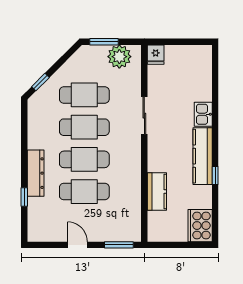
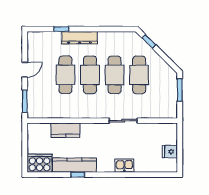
fridge: (156, 55) -> (170, 152), moved
plant: (119, 57) -> (168, 102), removed
kitchen counter: (203, 156) -> (75, 165), moved

